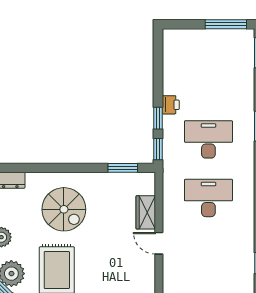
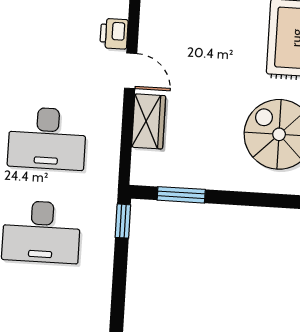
printer: (171, 105) -> (114, 34), moved
window: (158, 118) -> (120, 271), removed

